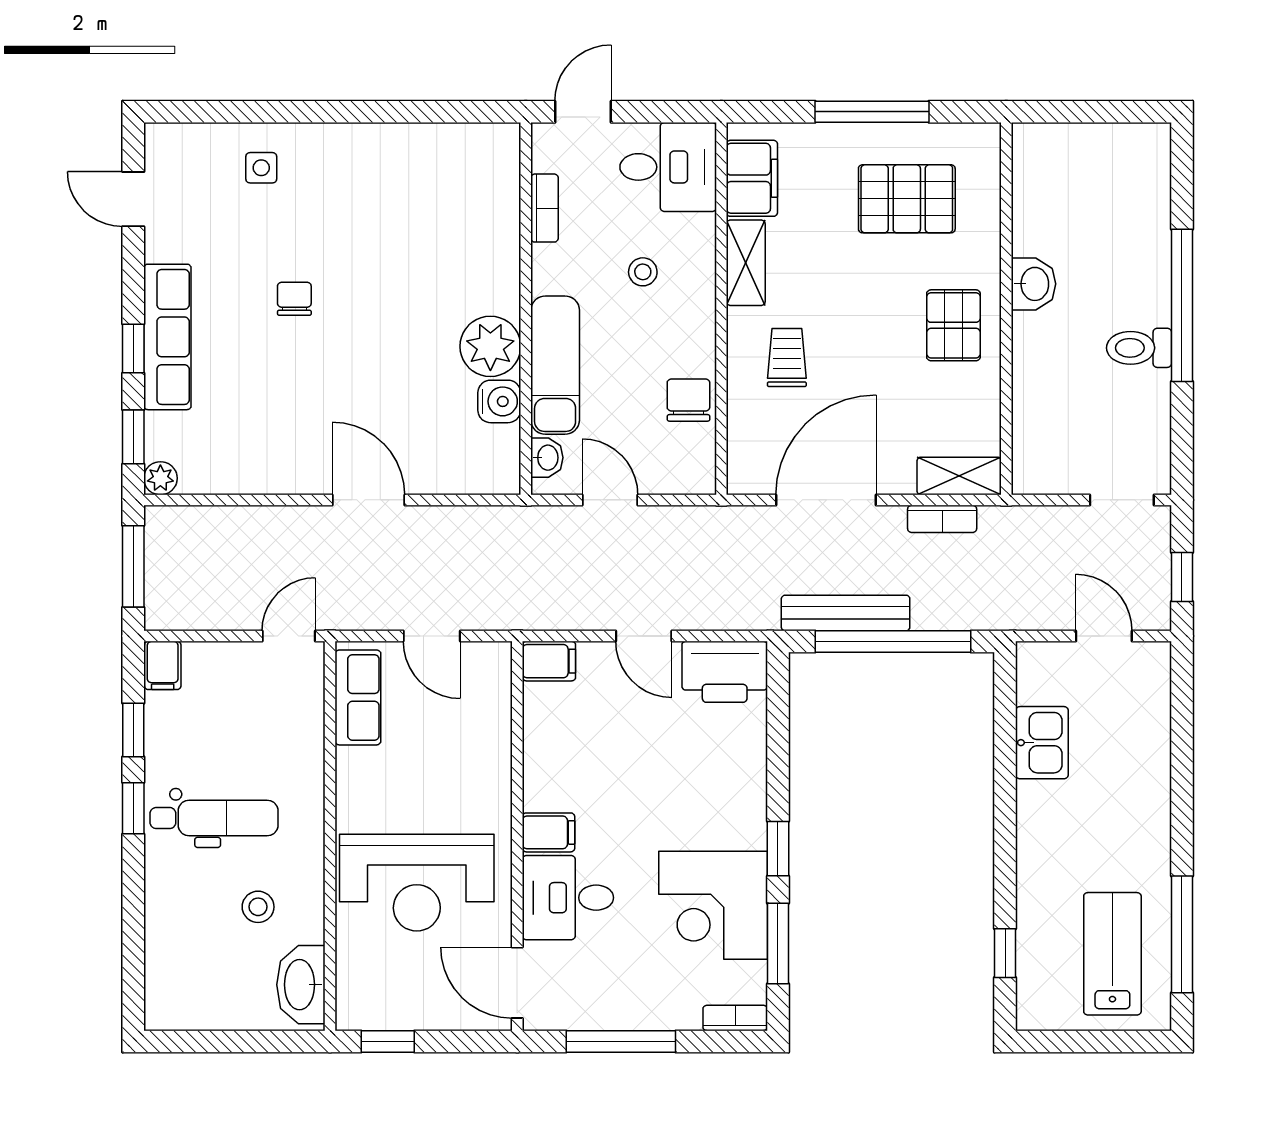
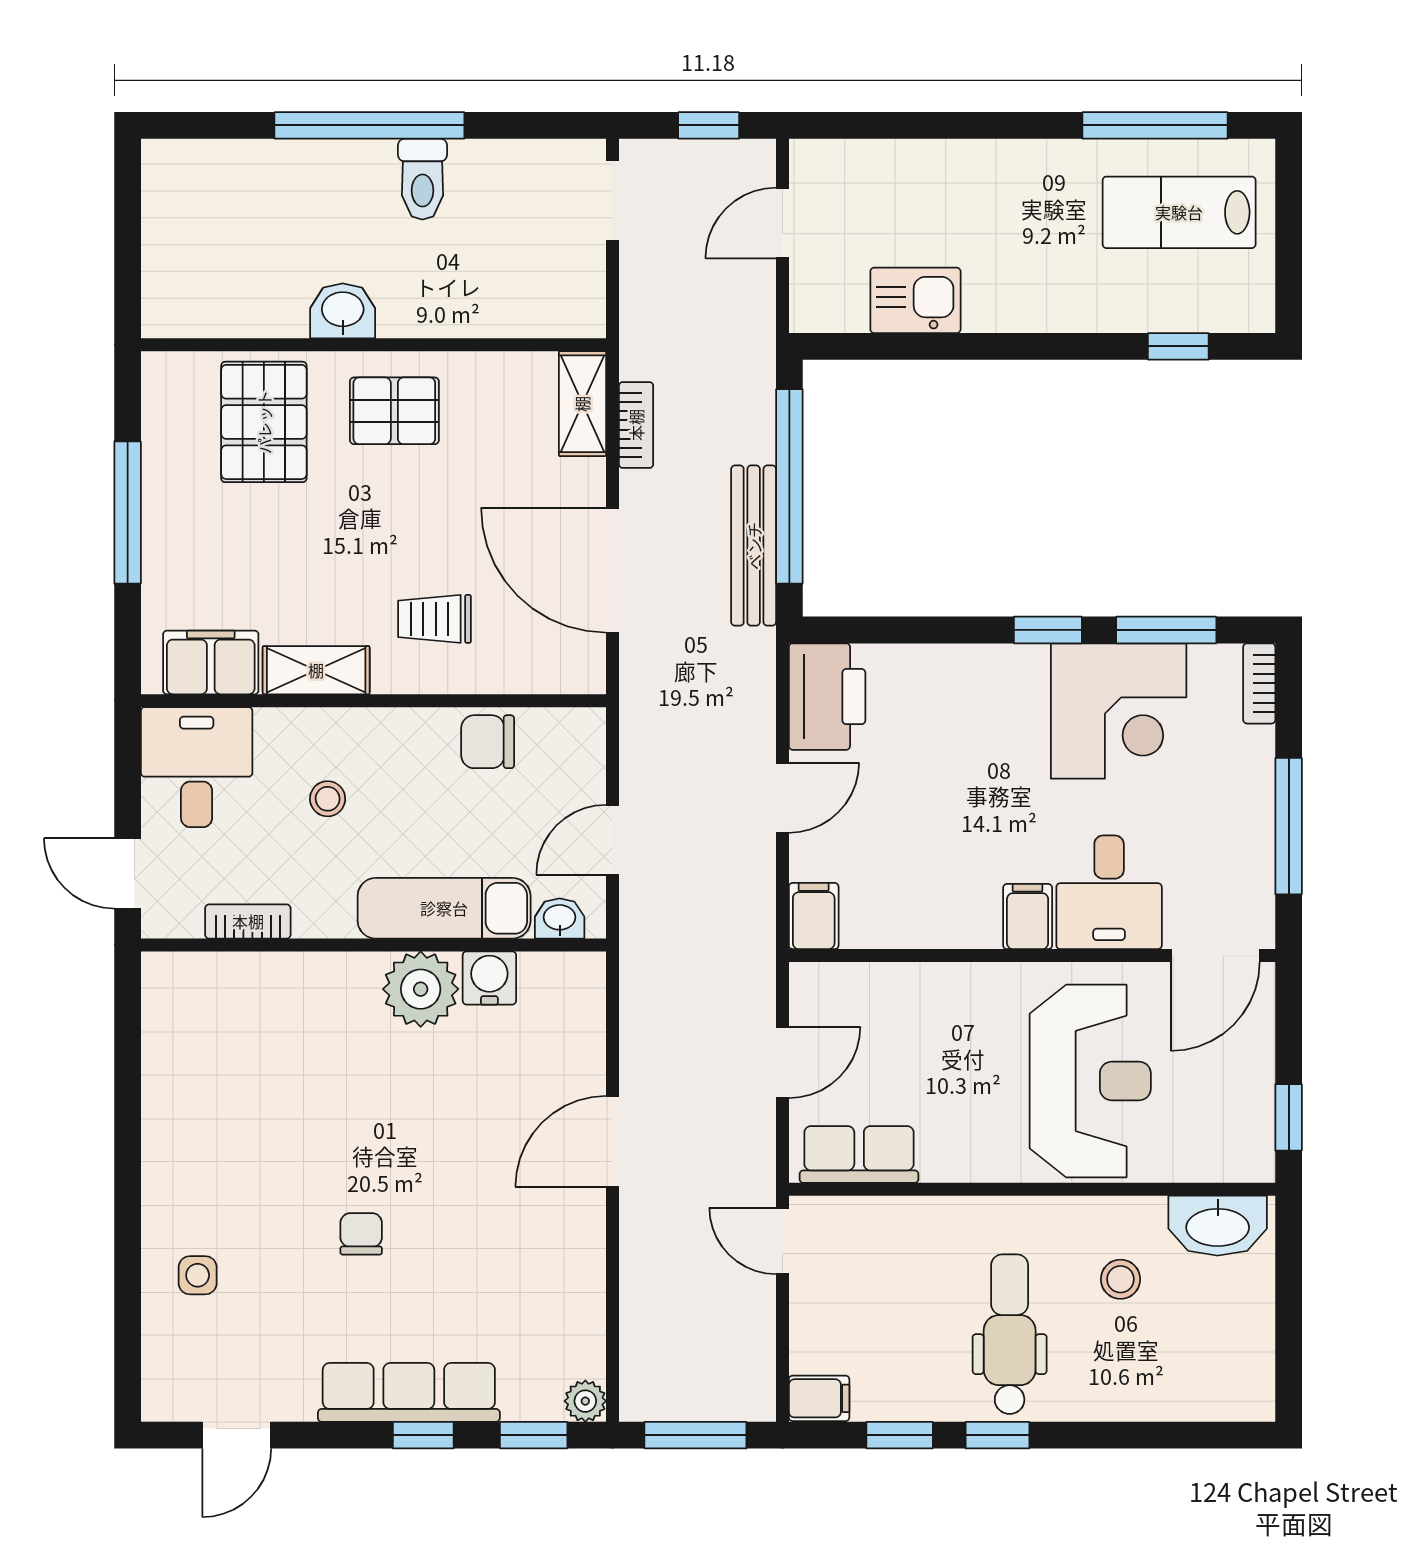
pallet: (907, 199) -> (264, 422), moved
chair: (294, 299) -> (361, 1234), turned 90

